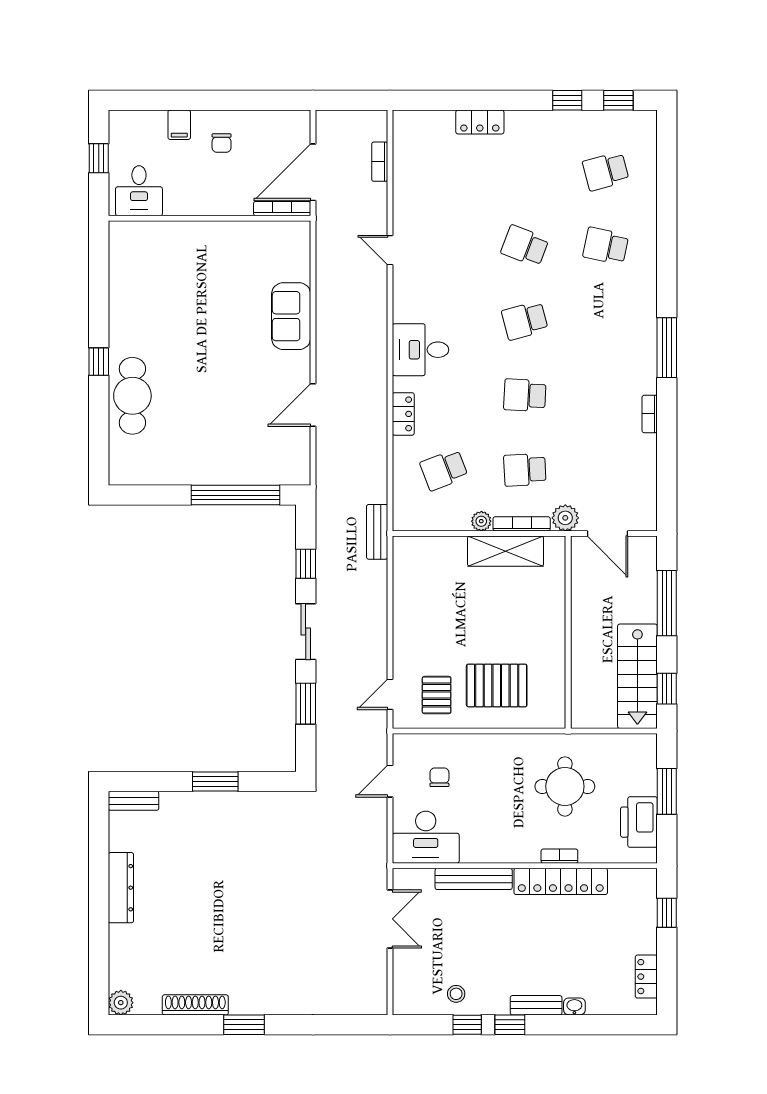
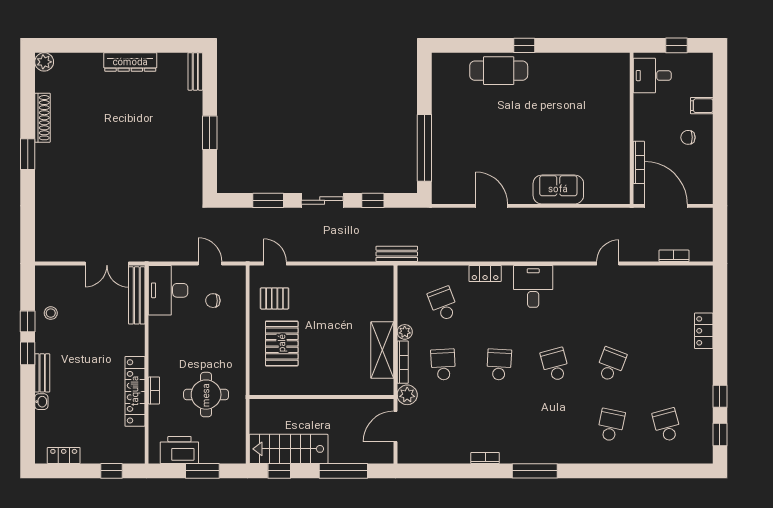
bookcase: (282, 209) -> (639, 162), moved
chair: (439, 777) -> (213, 301), turned 180
bench: (474, 879) -> (137, 295), moved

